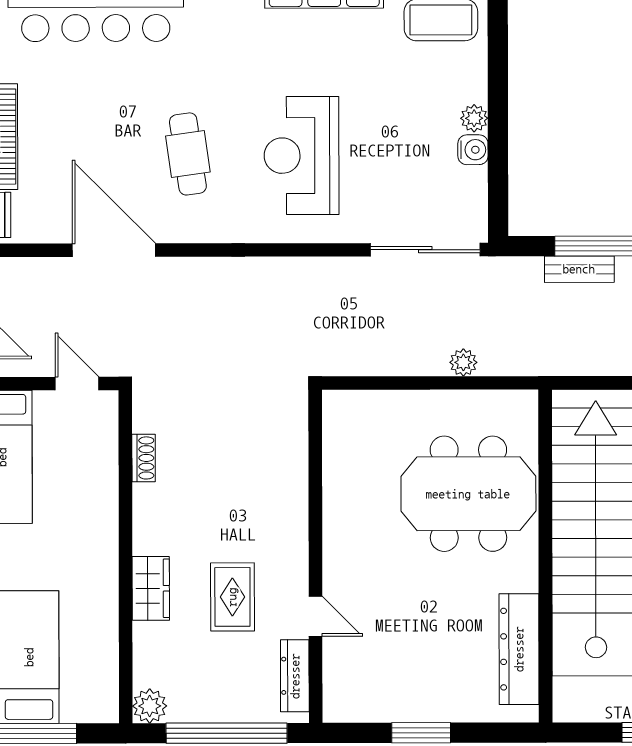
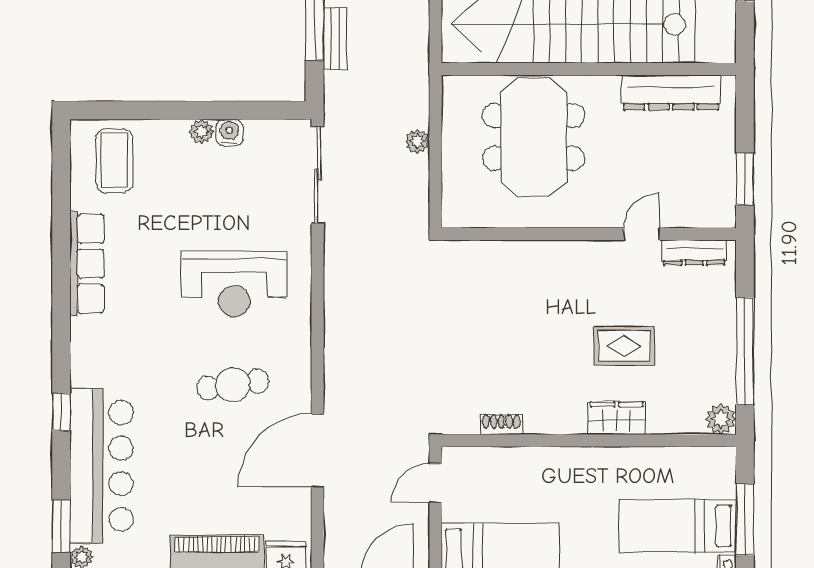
wall: (315, 556) -> (589, 234), moved
door: (316, 616) -> (642, 234), moved
dresser: (295, 676) -> (694, 253), moved

